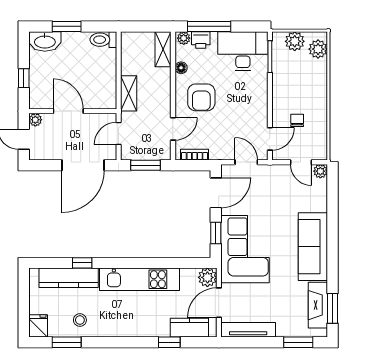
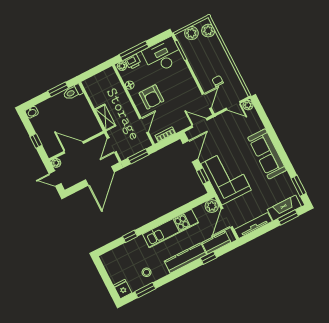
window: (67, 26) -> (58, 90), moved
washbasin: (45, 41) -> (32, 112), width x0.52, depth x0.69
shelving: (163, 49) -> (113, 79), removed
kitchen counter: (69, 278) -> (185, 258), moved, turned 180
fireplace: (318, 305) -> (284, 208), moved, turned 90

